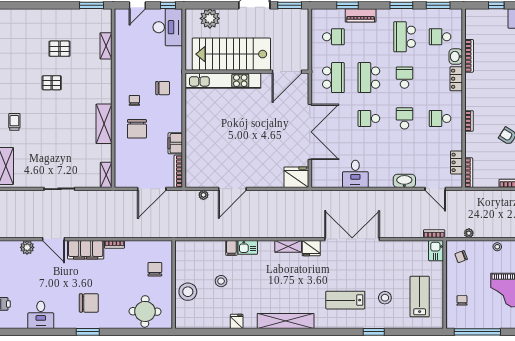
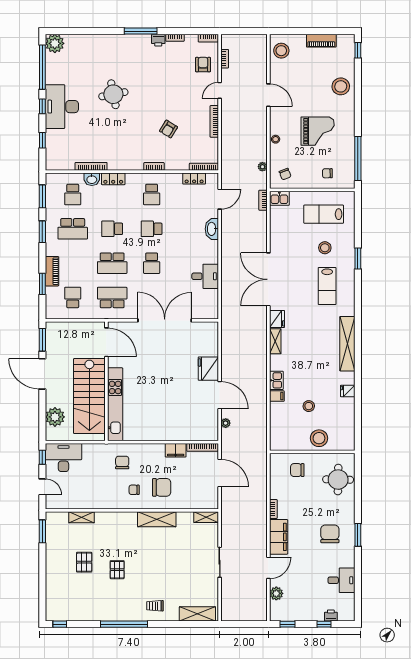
fridge: (296, 177) -> (208, 369), moved

